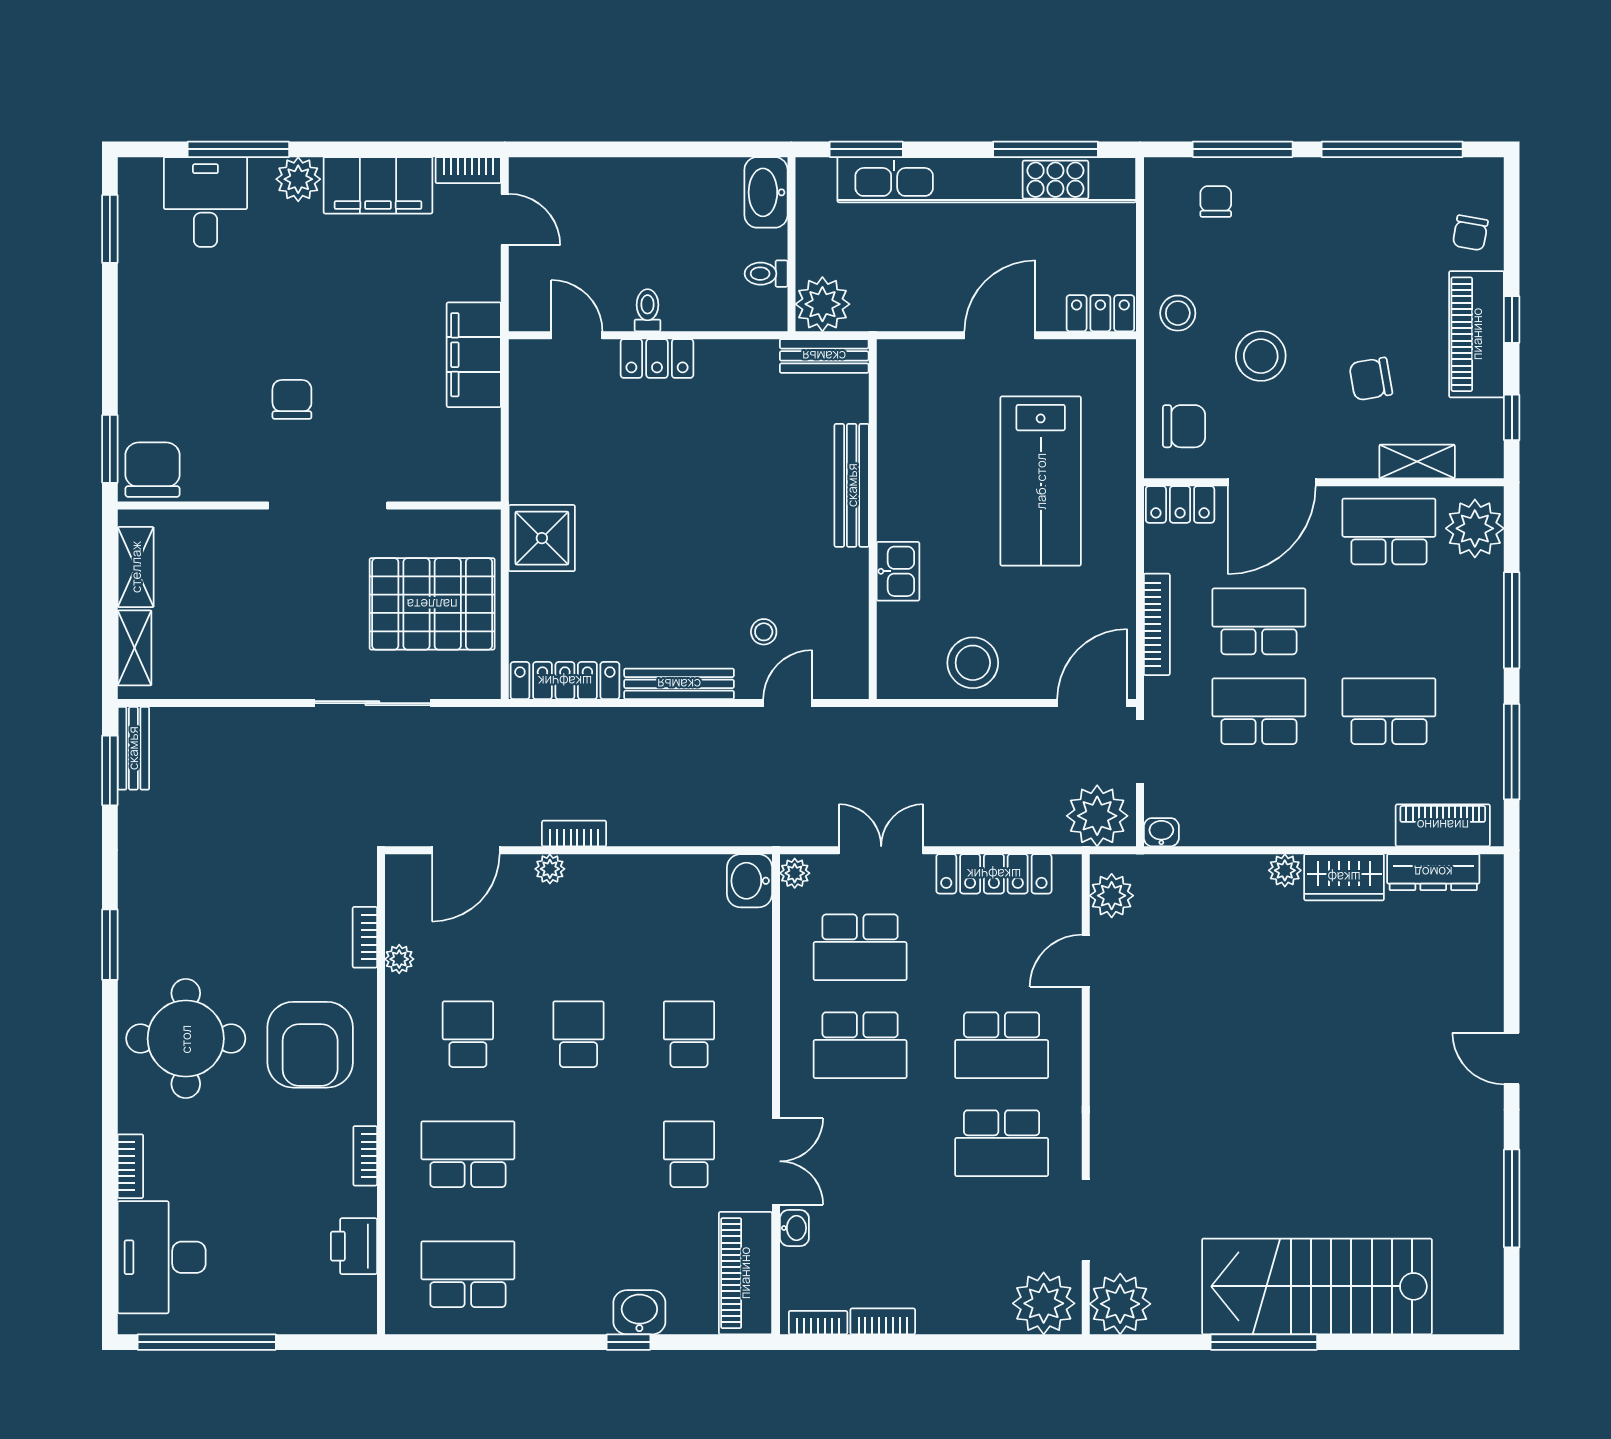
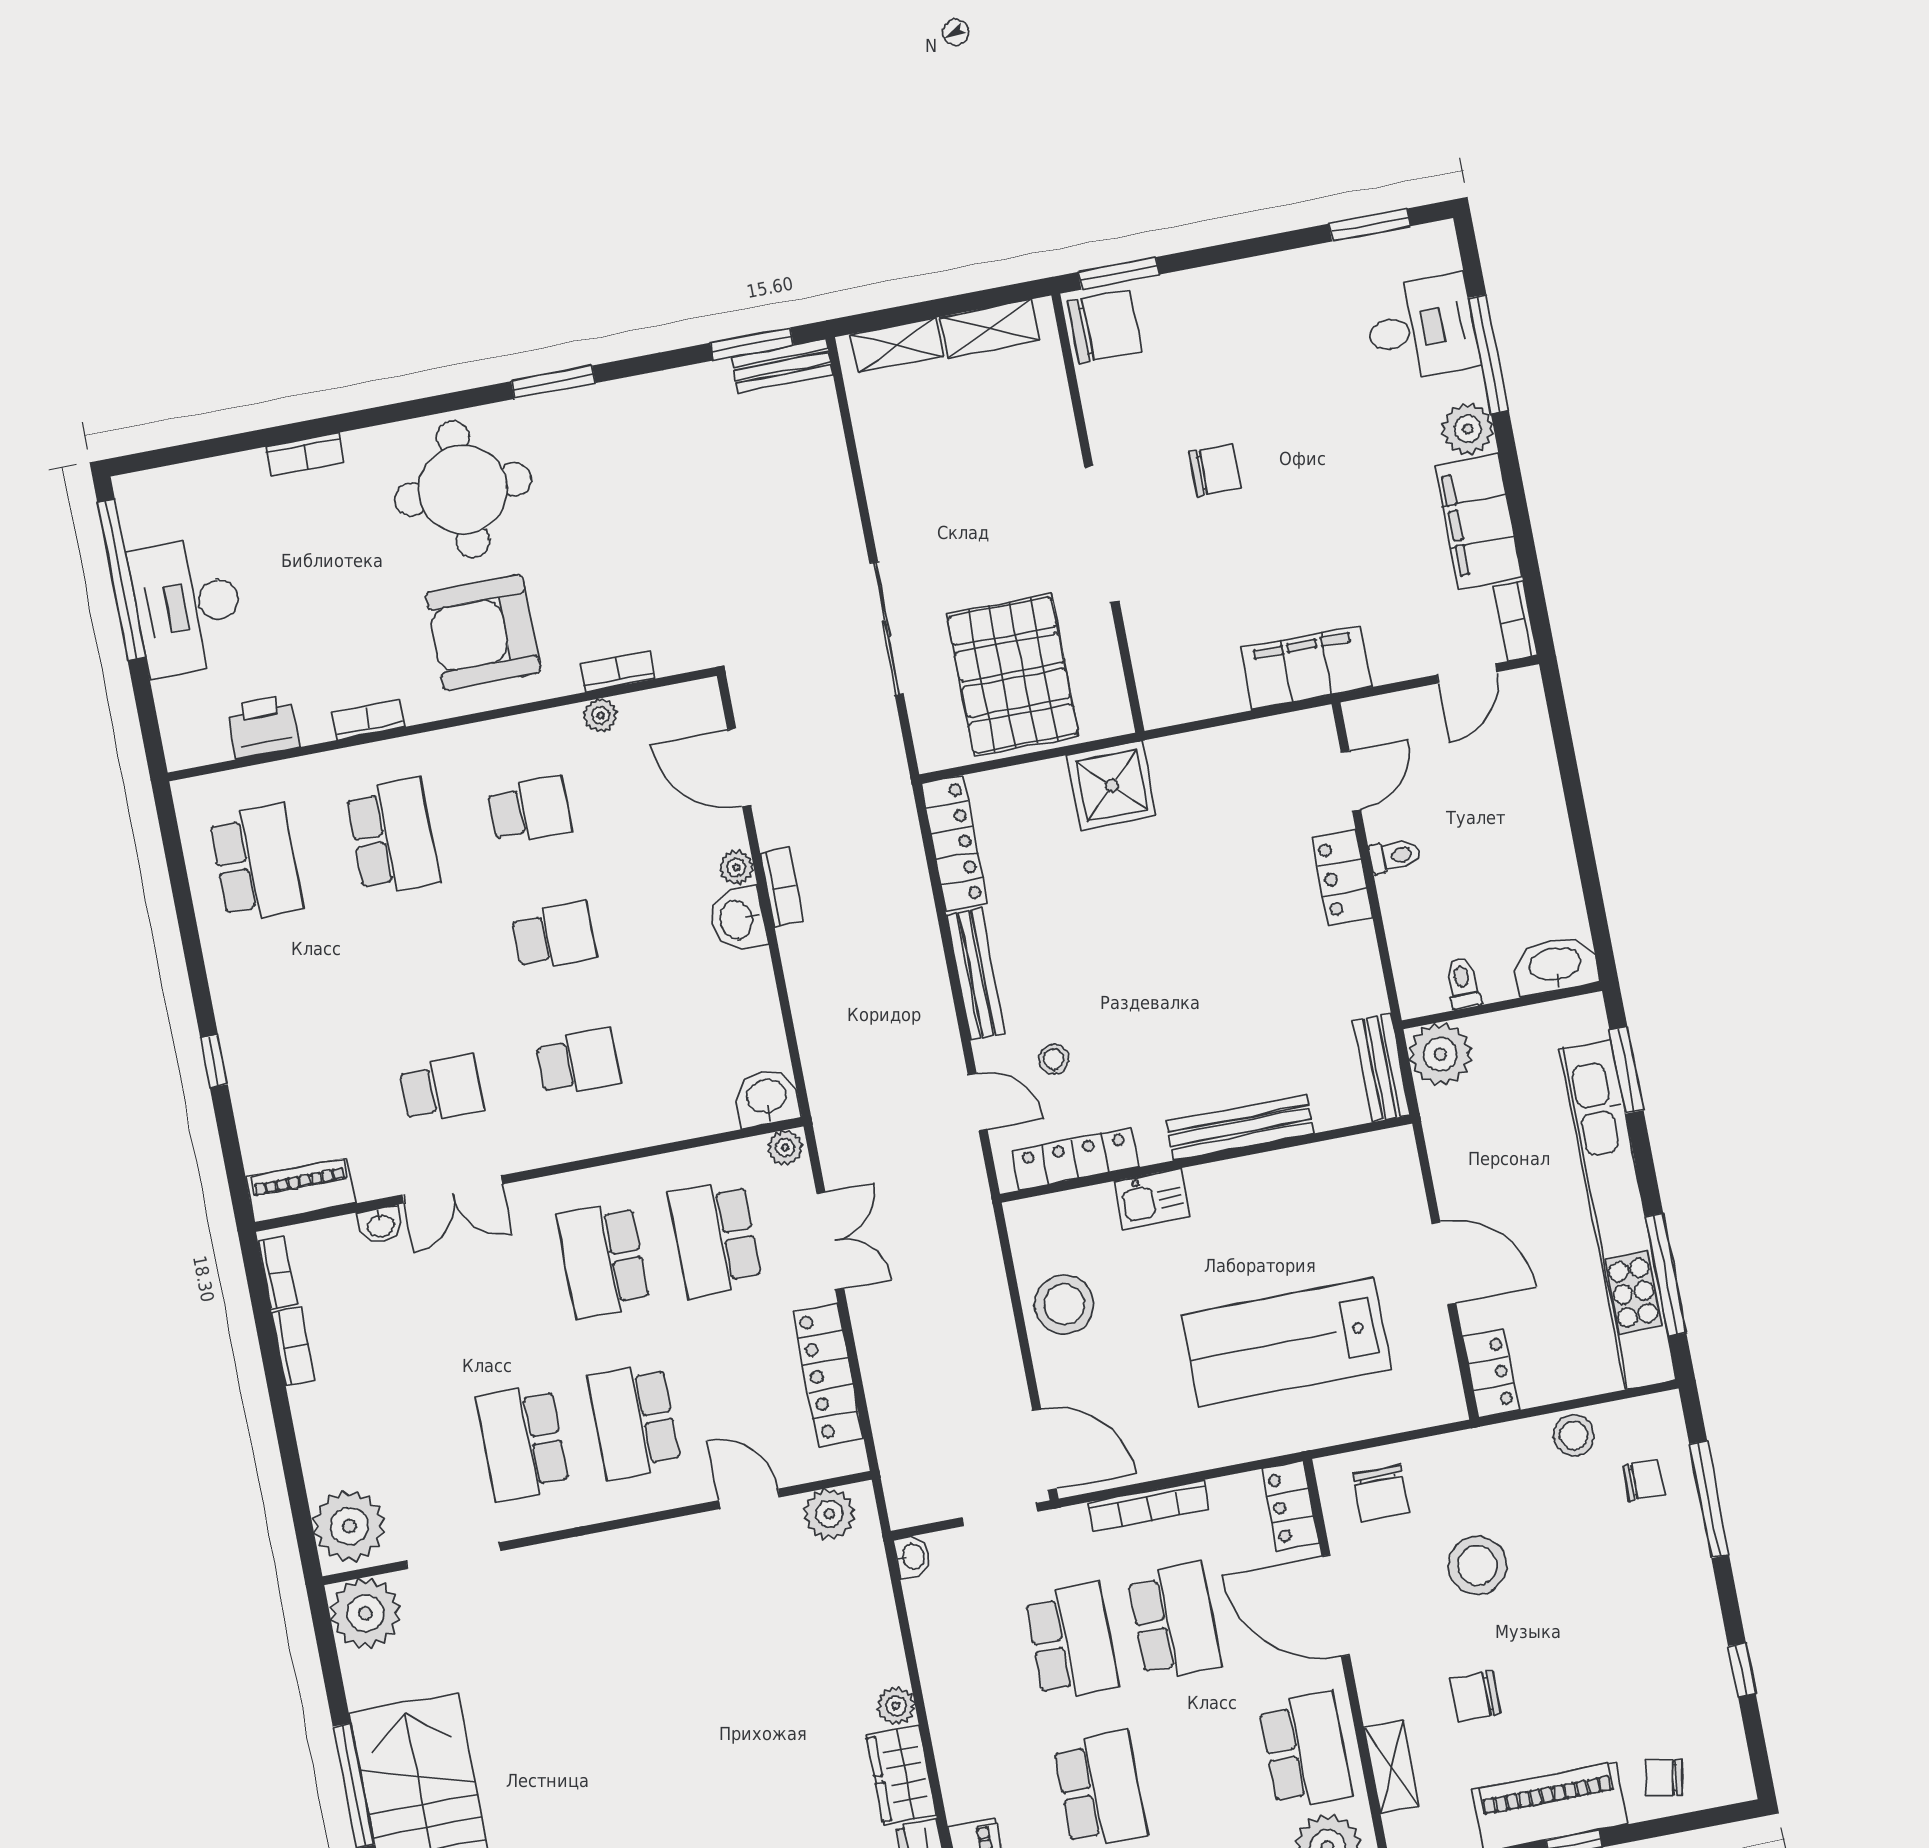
window: (1392, 149) -> (1742, 1670), width x0.32
stool: (1178, 313) -> (1574, 1435), moved
chair: (1371, 379) -> (1475, 1696), turned -80
locker: (851, 630) -> (1075, 1159), added
plant: (1097, 816) -> (917, 1480), removed
desk: (162, 1257) -> (187, 606), moved, turned -90
piano: (745, 1273) -> (301, 1190), width x0.73, depth x0.75
washbasin: (639, 1312) -> (738, 919), moved, turned 180

